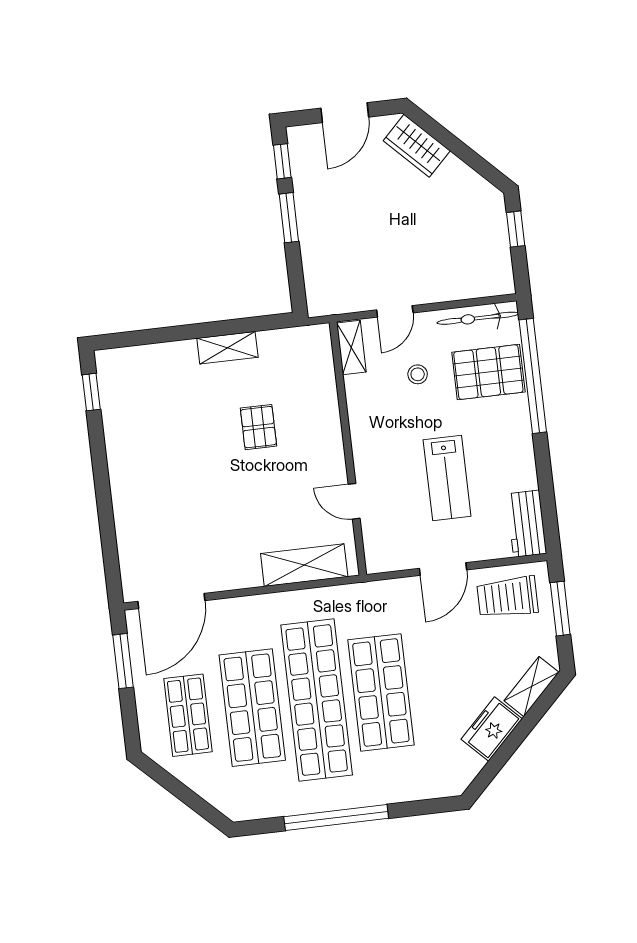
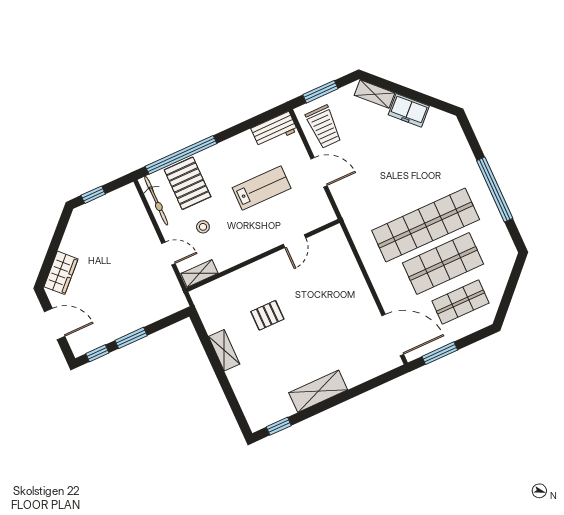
shelving: (304, 565) -> (318, 391), moved, turned 90
shop shelf: (381, 692) -> (408, 186), removed

